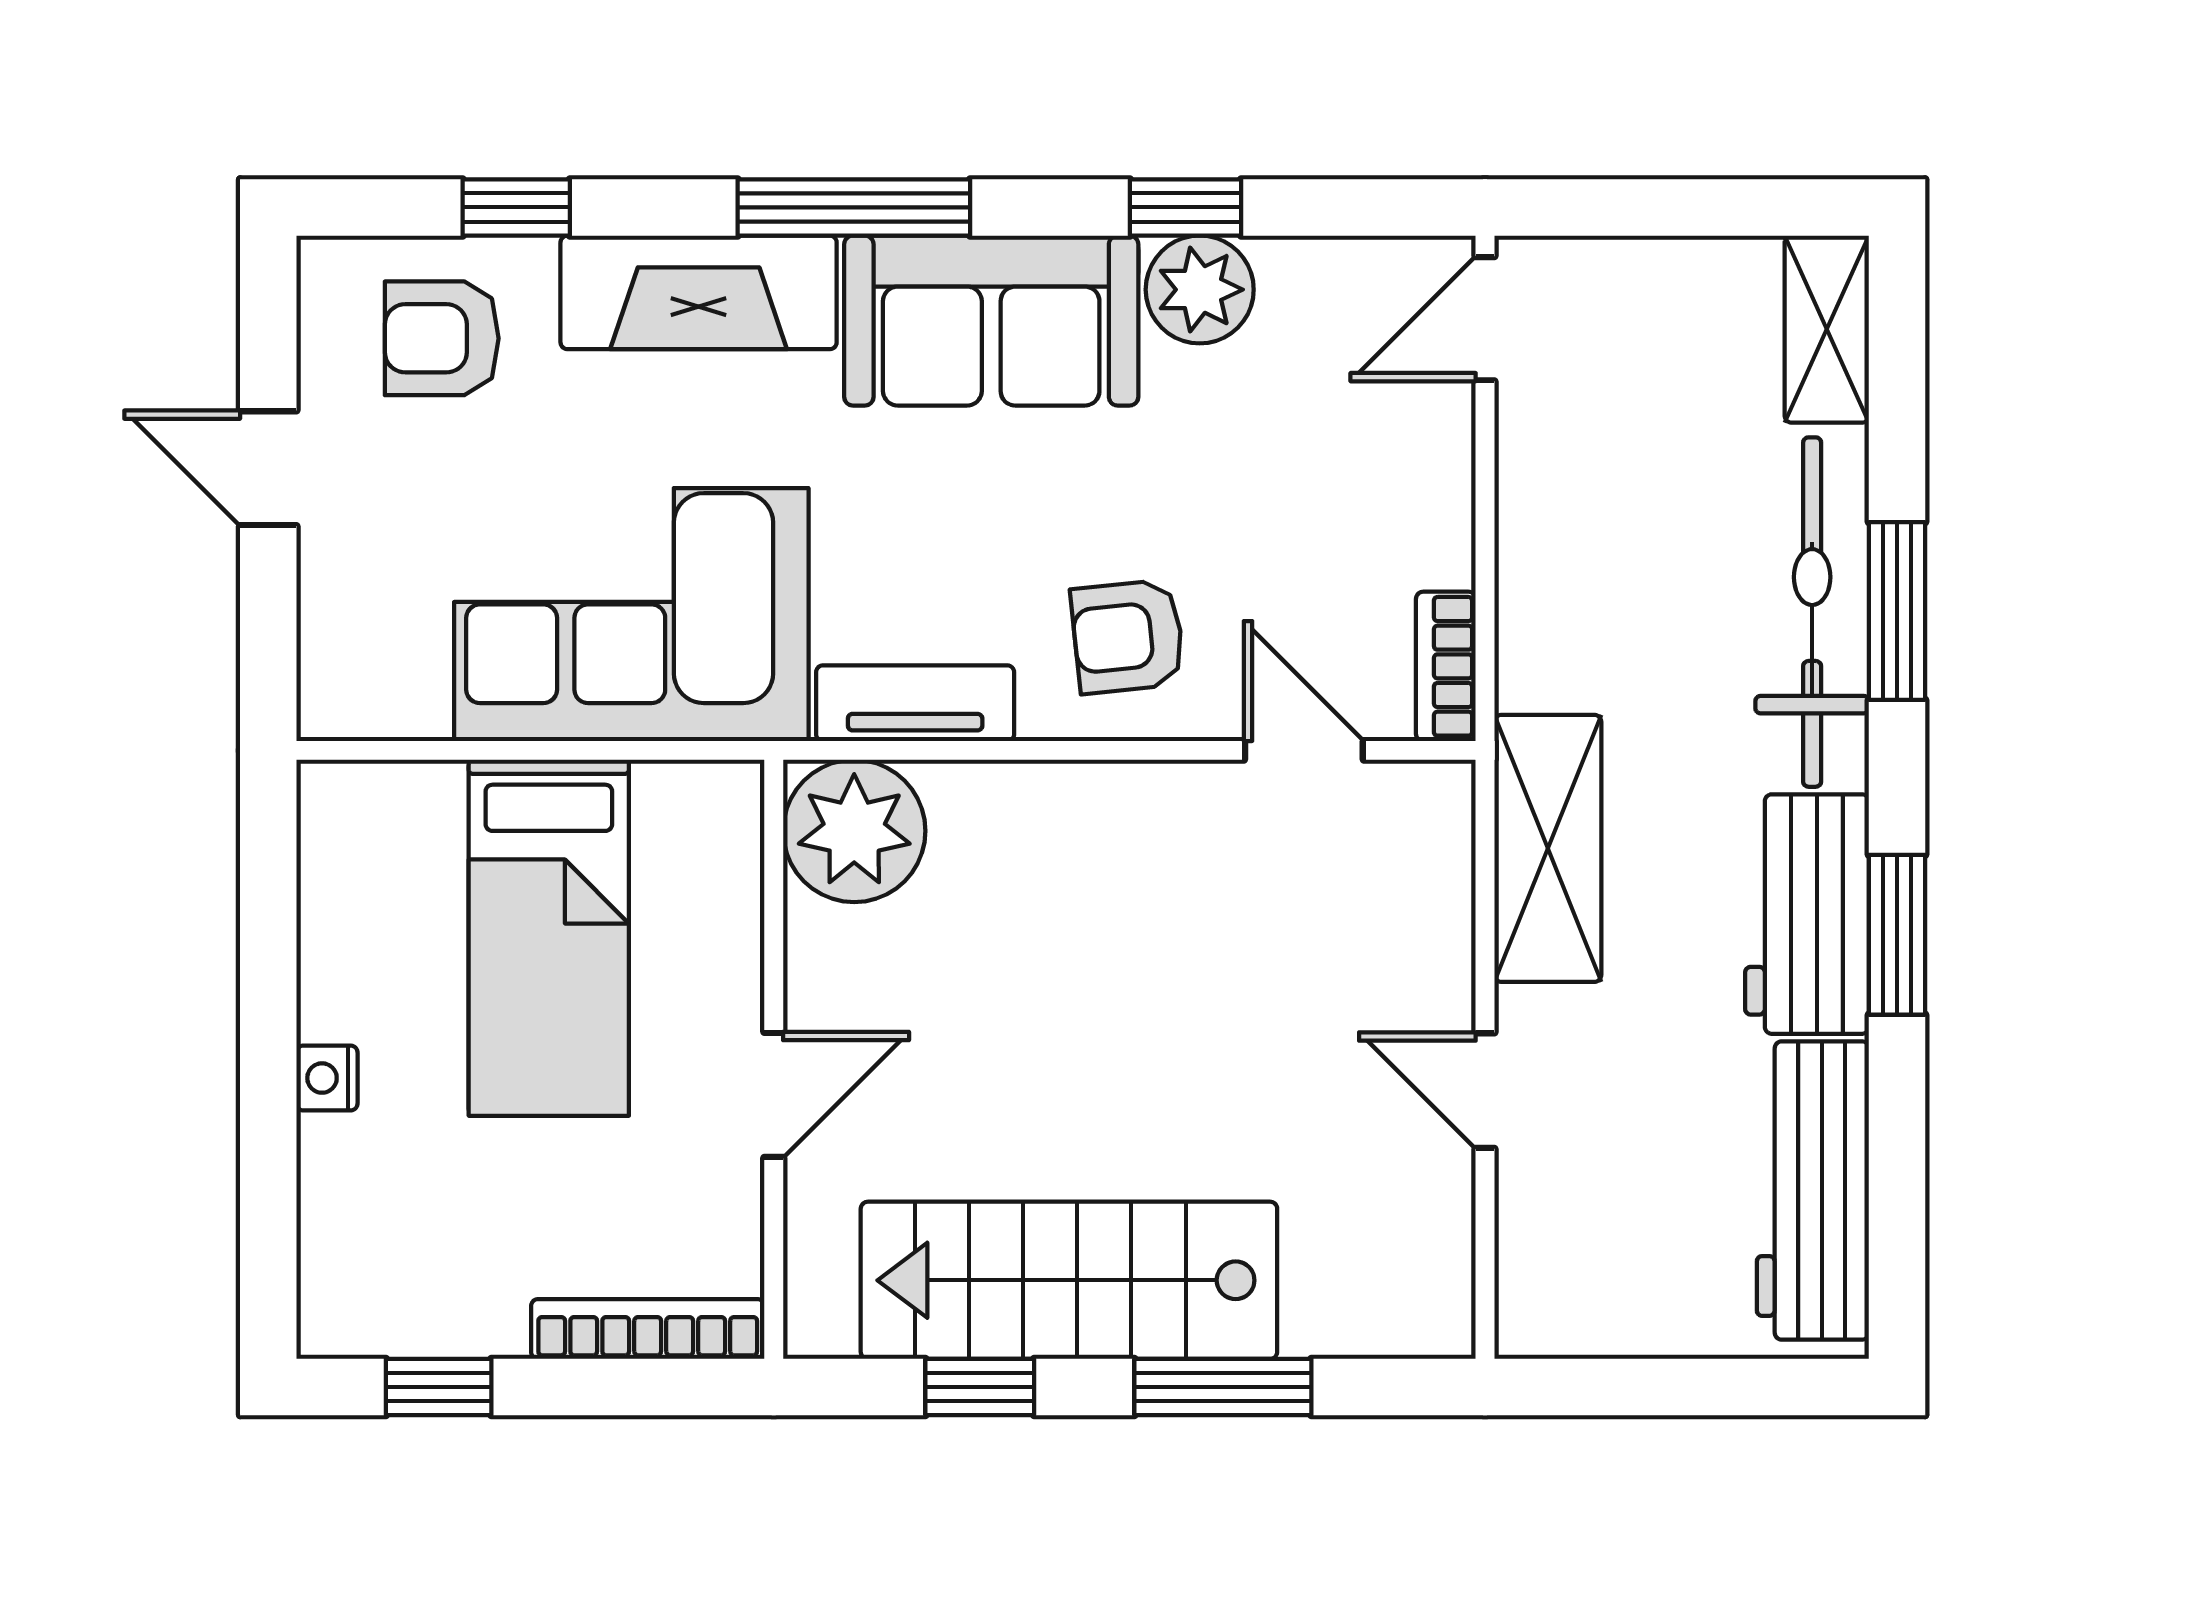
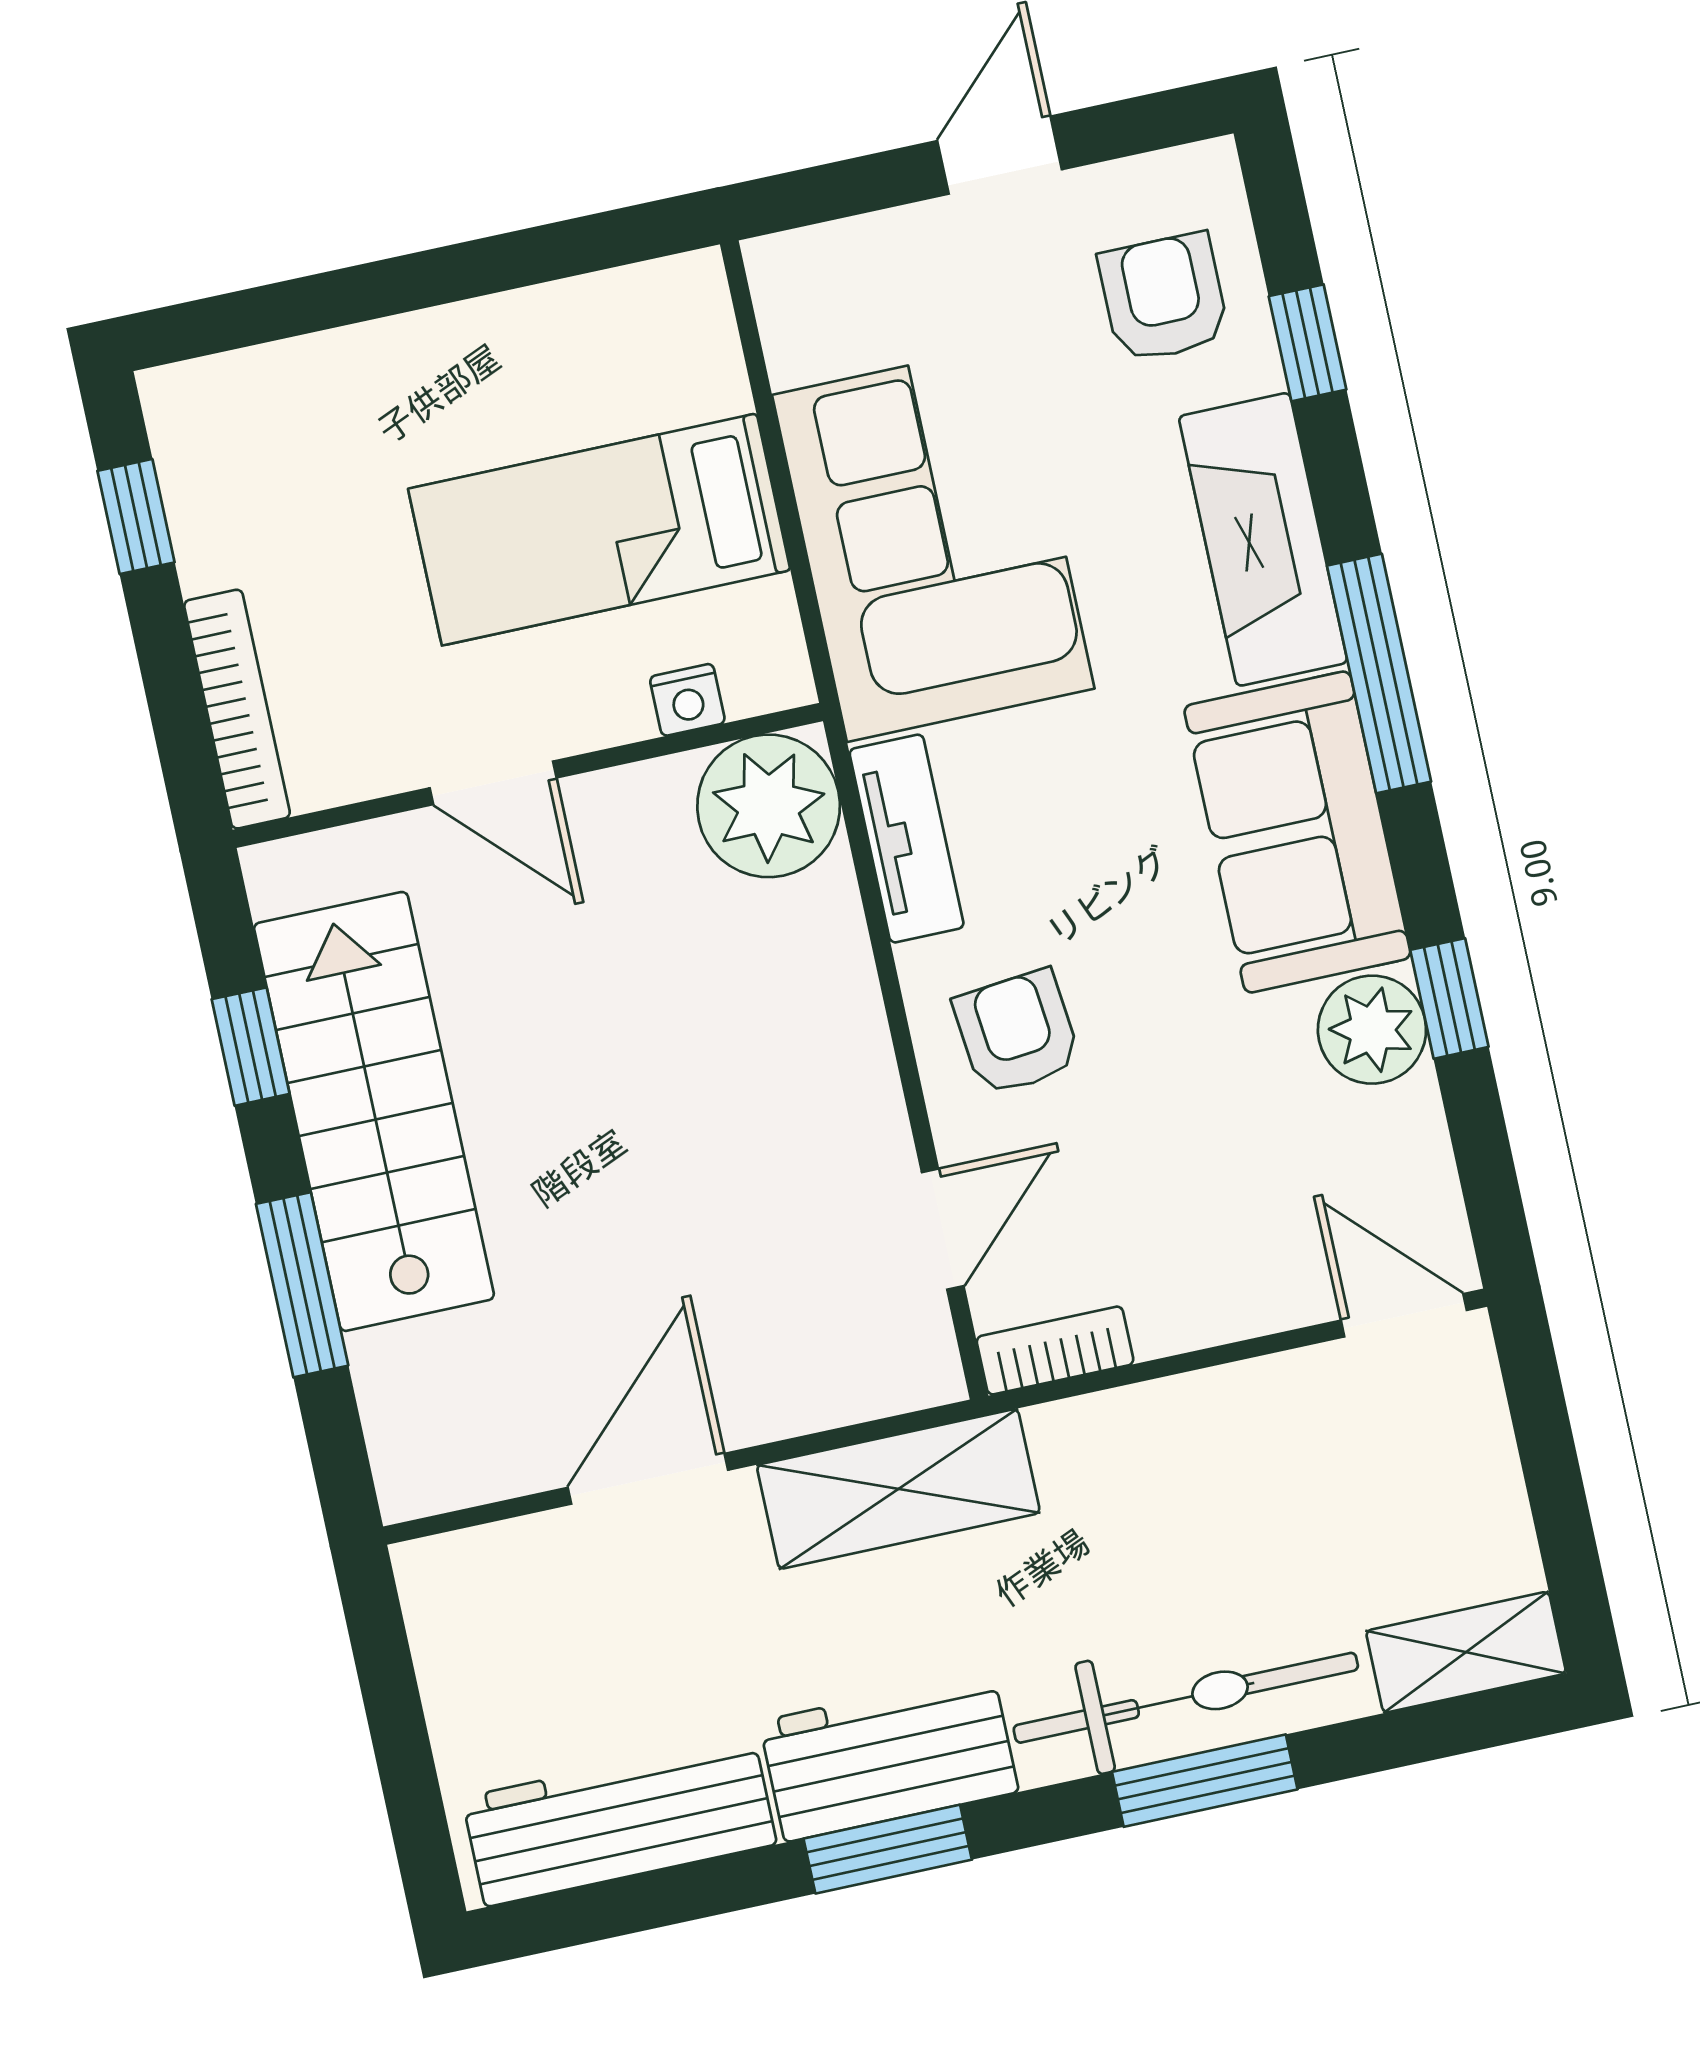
nightstand: (327, 1078) -> (687, 700), moved, turned 180
door: (1485, 1091) -> (648, 1479), width x1.37

